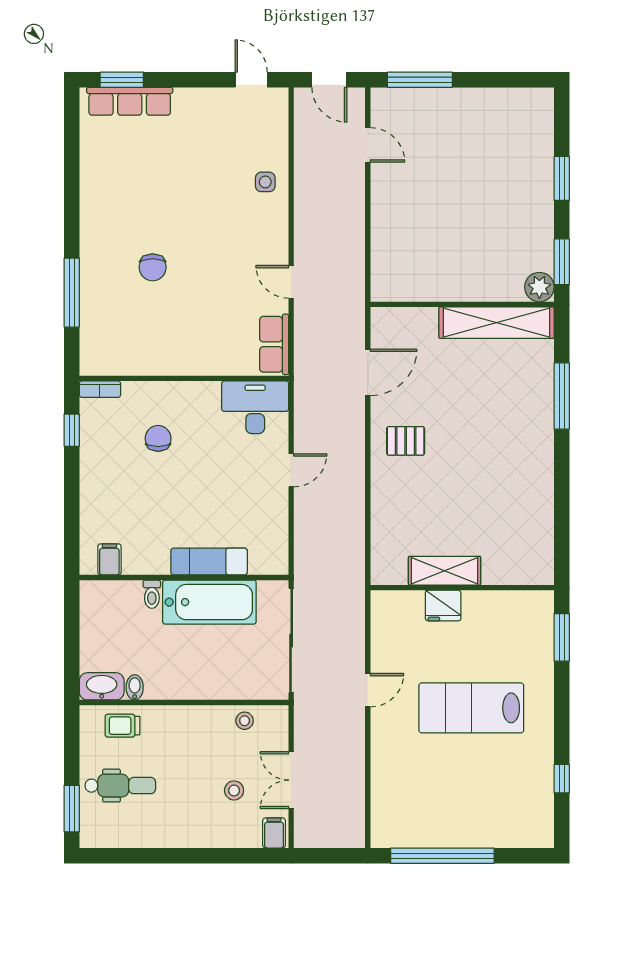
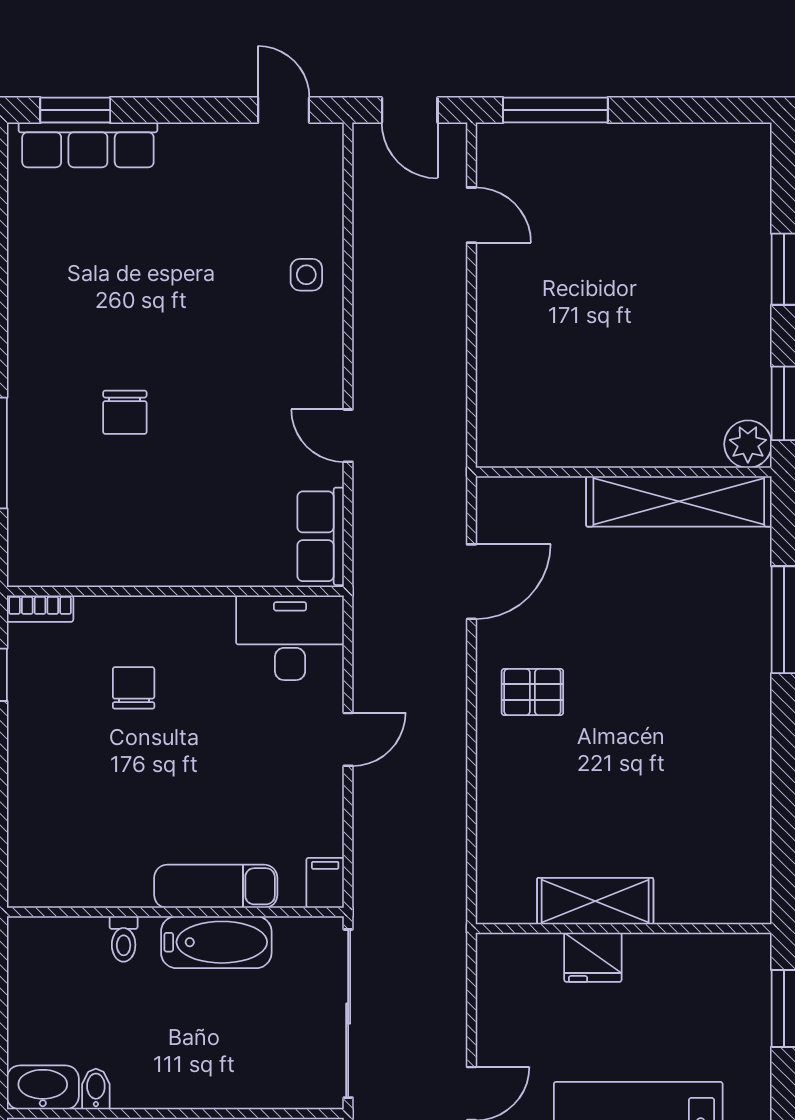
filing cabinet: (109, 559) -> (325, 883), moved
bathtub: (209, 602) -> (216, 942), width x0.73, depth x0.73

